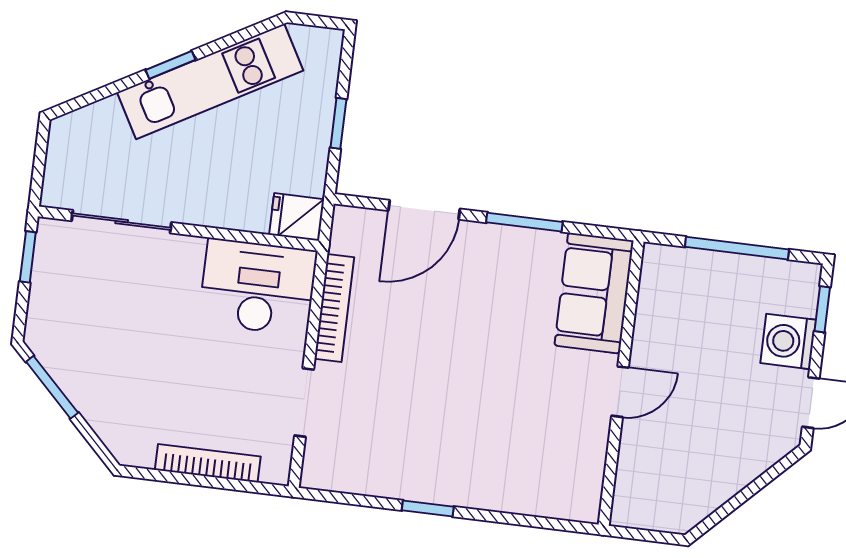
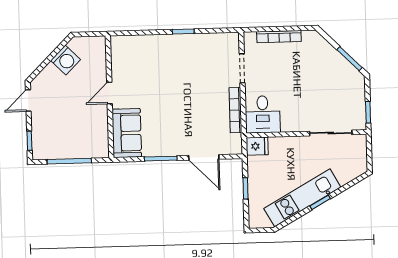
door: (424, 210) -> (204, 157), swing flipped
desk: (258, 287) -> (263, 114), width x0.73
washing machine: (788, 341) -> (66, 60), moved, turned 45

